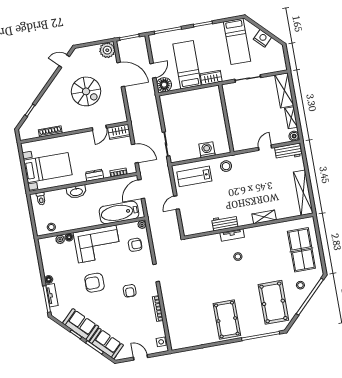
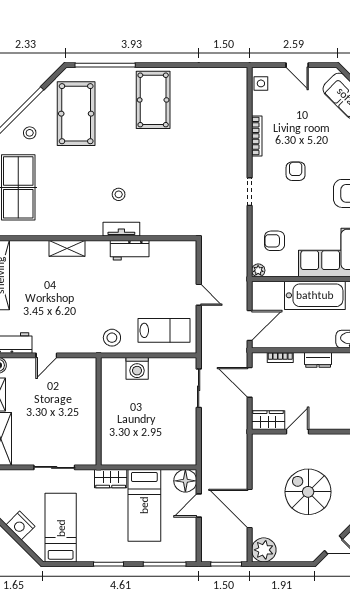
door: (176, 203) -> (199, 295), hinge flipped
bathtub: (119, 213) -> (315, 295), moved

